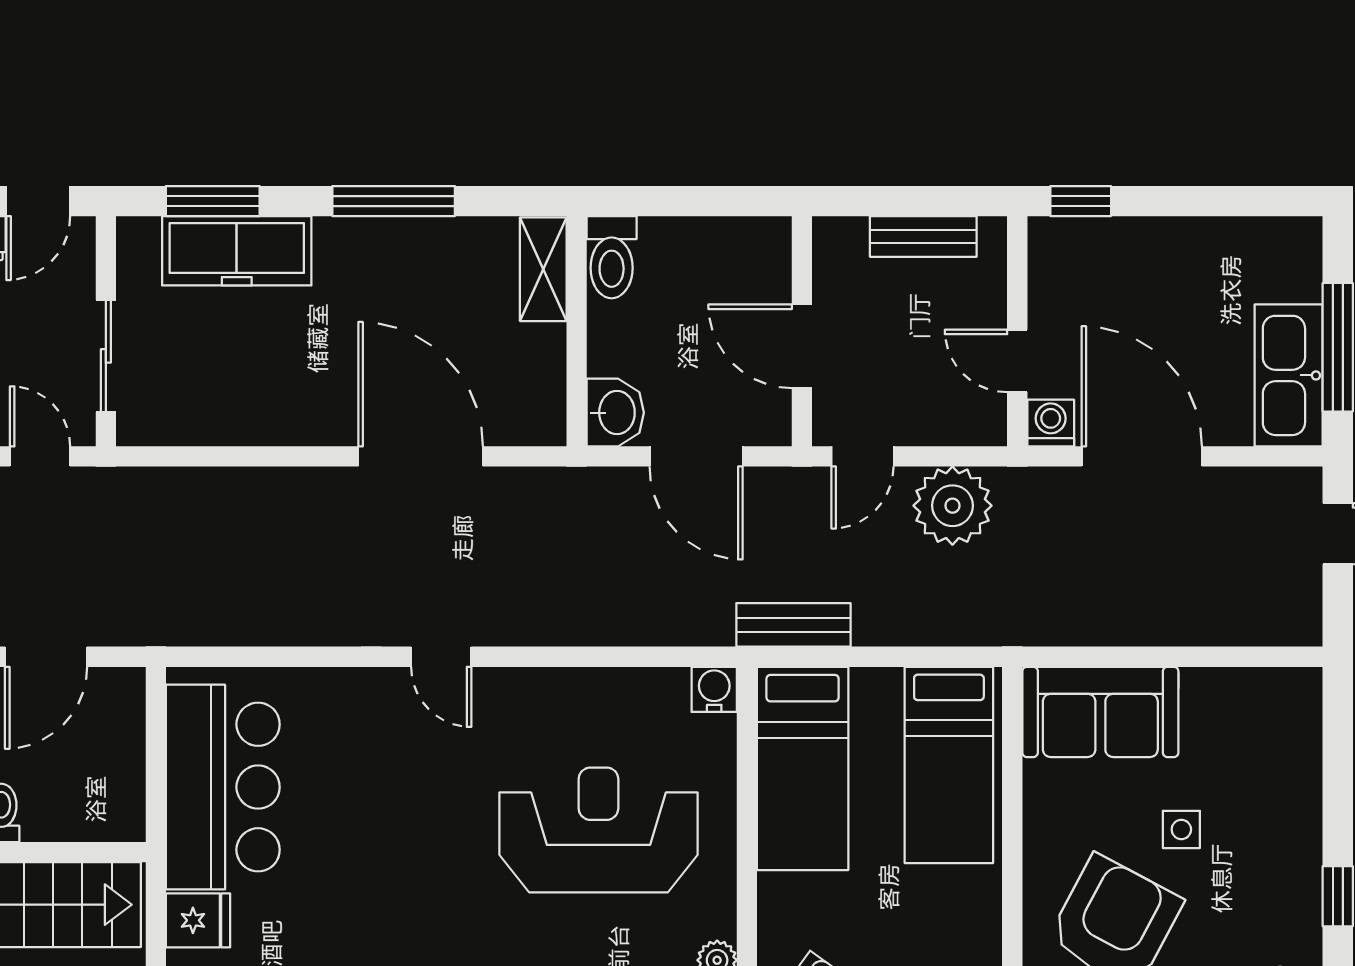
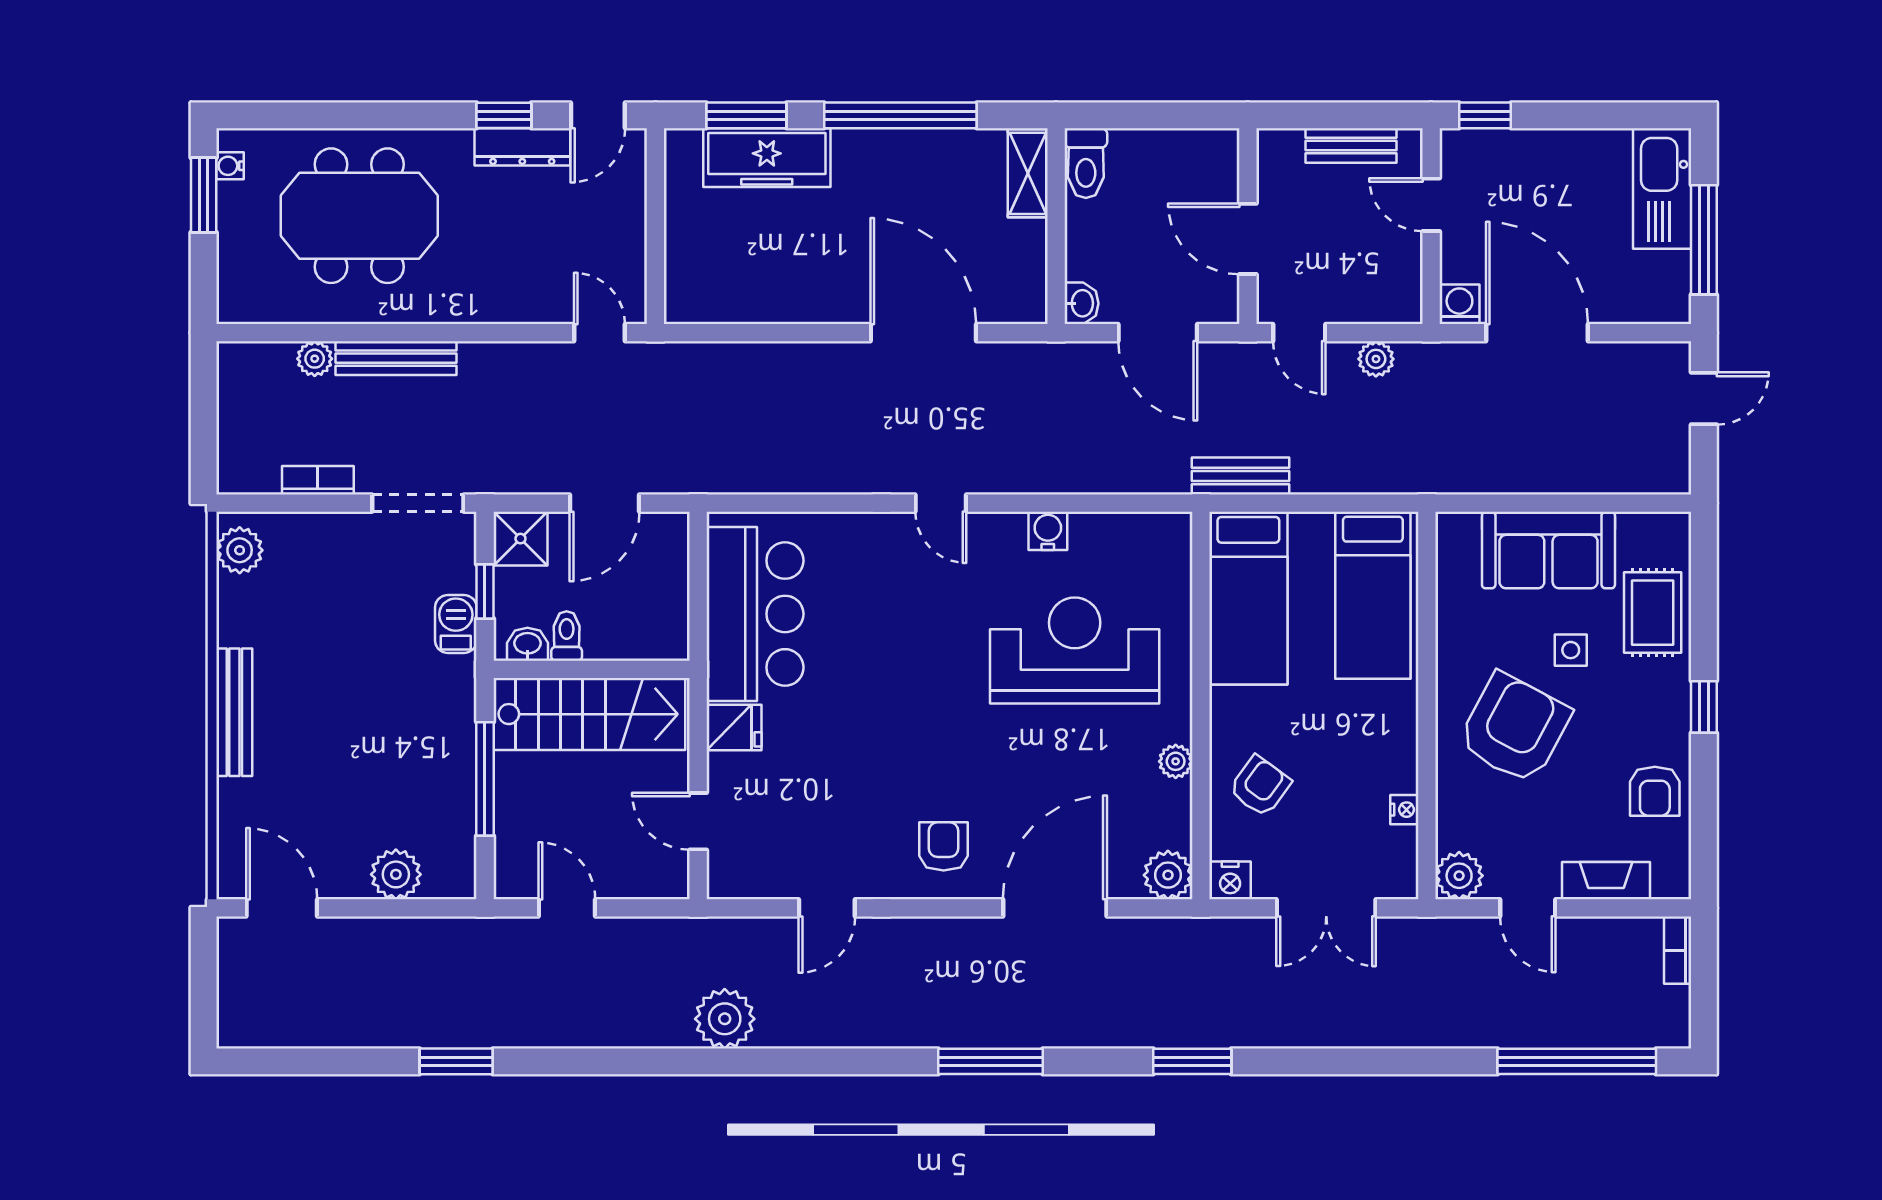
window: (394, 201) -> (900, 115), width x1.46
sliding door: (106, 356) -> (655, 247), removed
door: (1017, 361) -> (1431, 205), moved
kitchen sink: (1289, 375) -> (1662, 188), moved
washbasin: (615, 413) -> (1081, 303), width x0.72, depth x0.69
door: (862, 456) -> (1299, 333), hinge flipped
plant: (952, 506) -> (1376, 359), width x0.53, depth x0.53
water cooler: (714, 689) -> (1048, 531), moved
sofa: (1100, 712) -> (1548, 550), moved
rug: (1278, 785) -> (1653, 613), added

